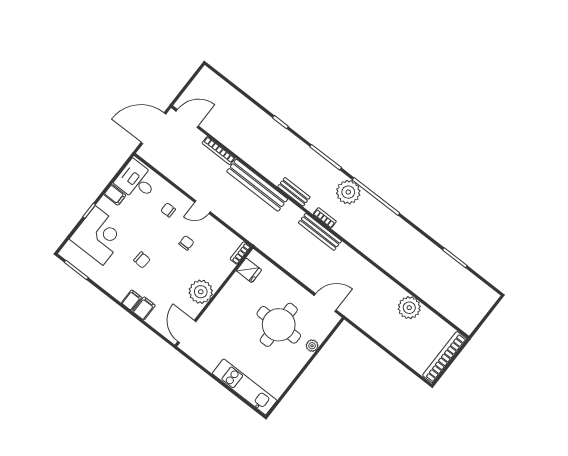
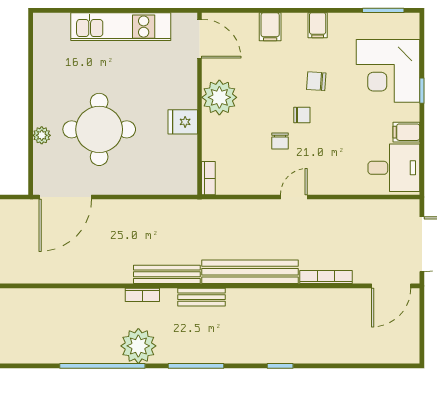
chair: (168, 210) -> (302, 115), moved
bench: (320, 232) -> (167, 274), moved
fridge: (249, 270) -> (183, 122), moved
filing cabinet: (131, 300) -> (318, 25), moved
door: (325, 303) -> (65, 197), width x1.36
kitchen unit: (245, 387) -> (121, 27), moved

